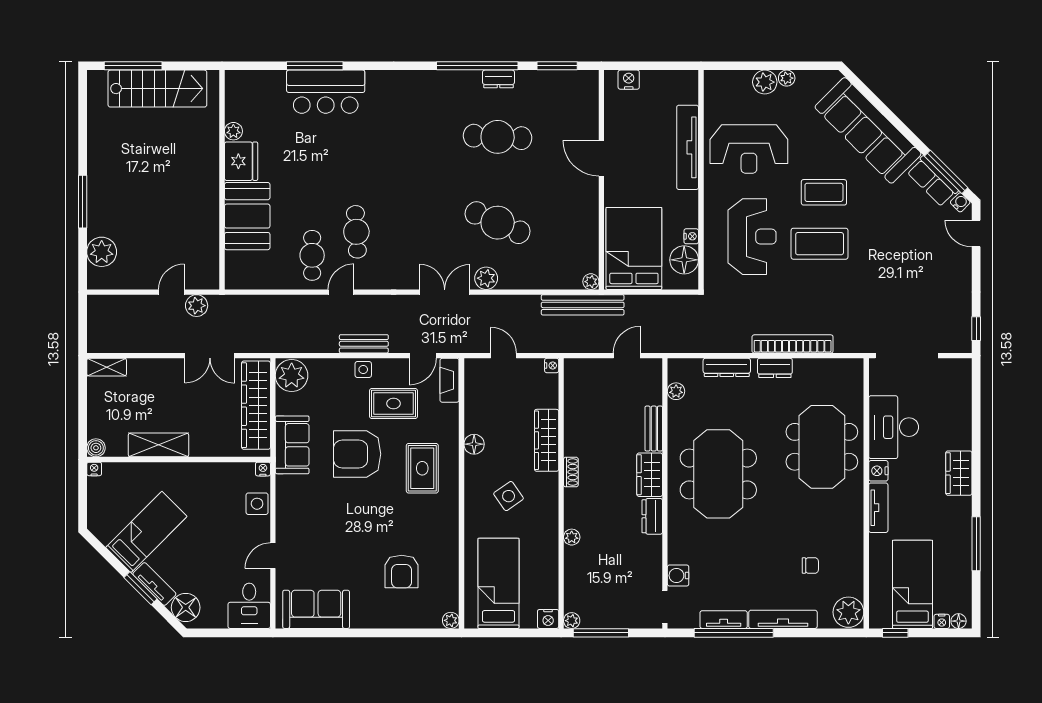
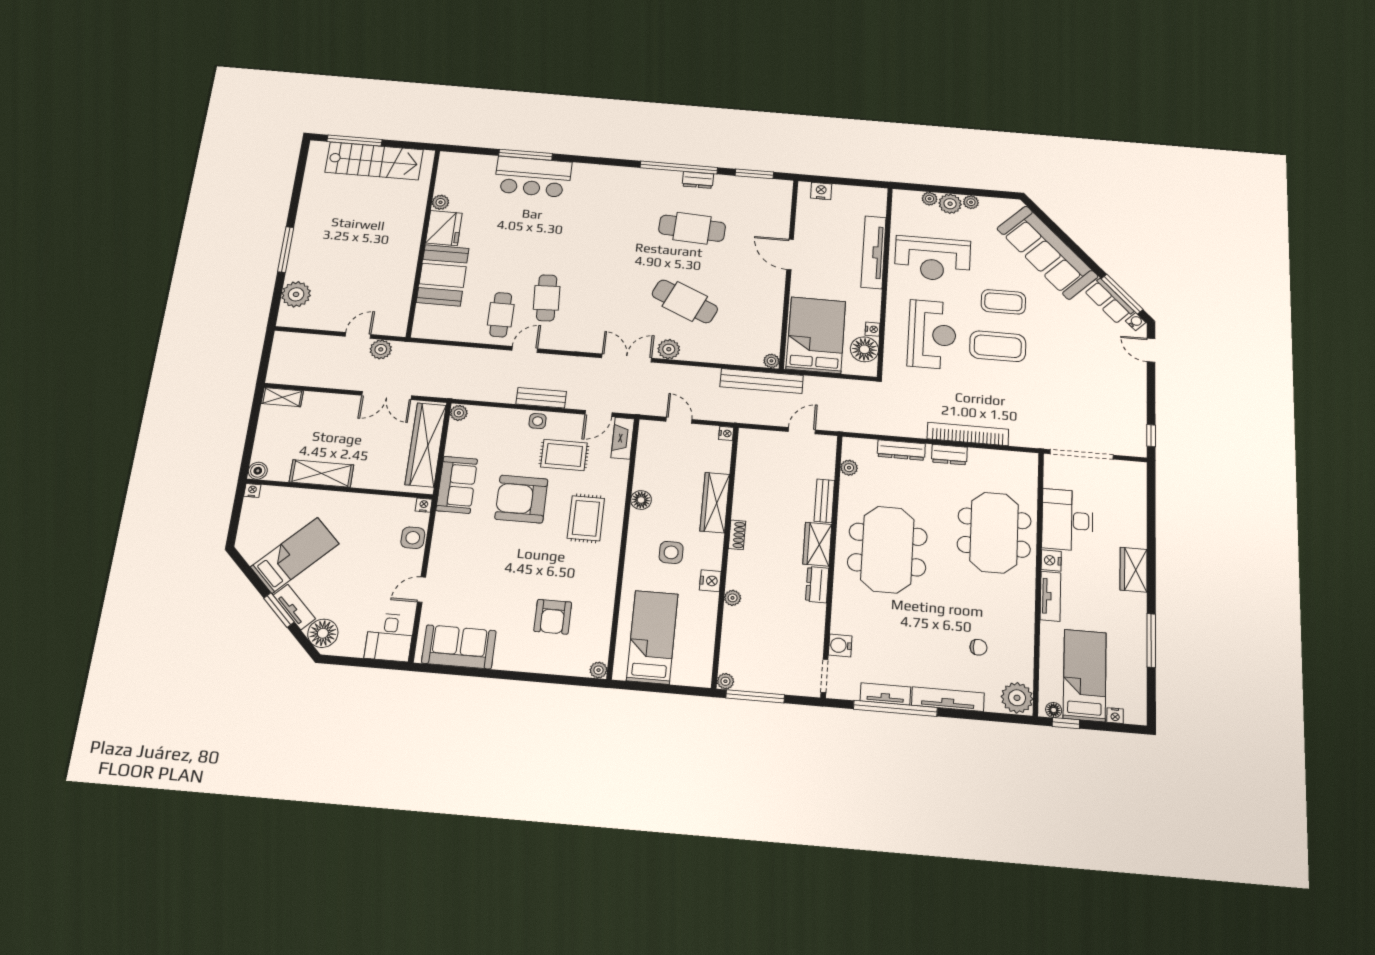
plant: (743, 78) -> (930, 199), added
plant: (292, 375) -> (459, 413), width x0.53, depth x0.53
side table: (509, 496) -> (671, 552), turned 35
nightstand: (548, 619) -> (710, 581), moved, turned -90
floor lamp: (959, 621) -> (1054, 710), moved

